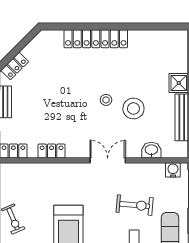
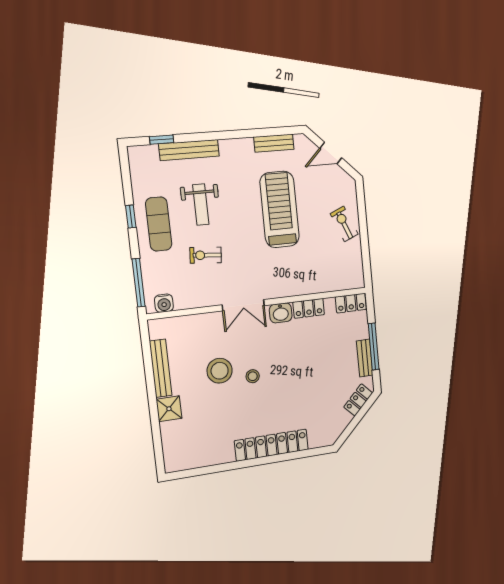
washbasin: (151, 150) -> (281, 313), moved
exercise bike: (135, 205) -> (206, 255), width x0.73, depth x0.72

